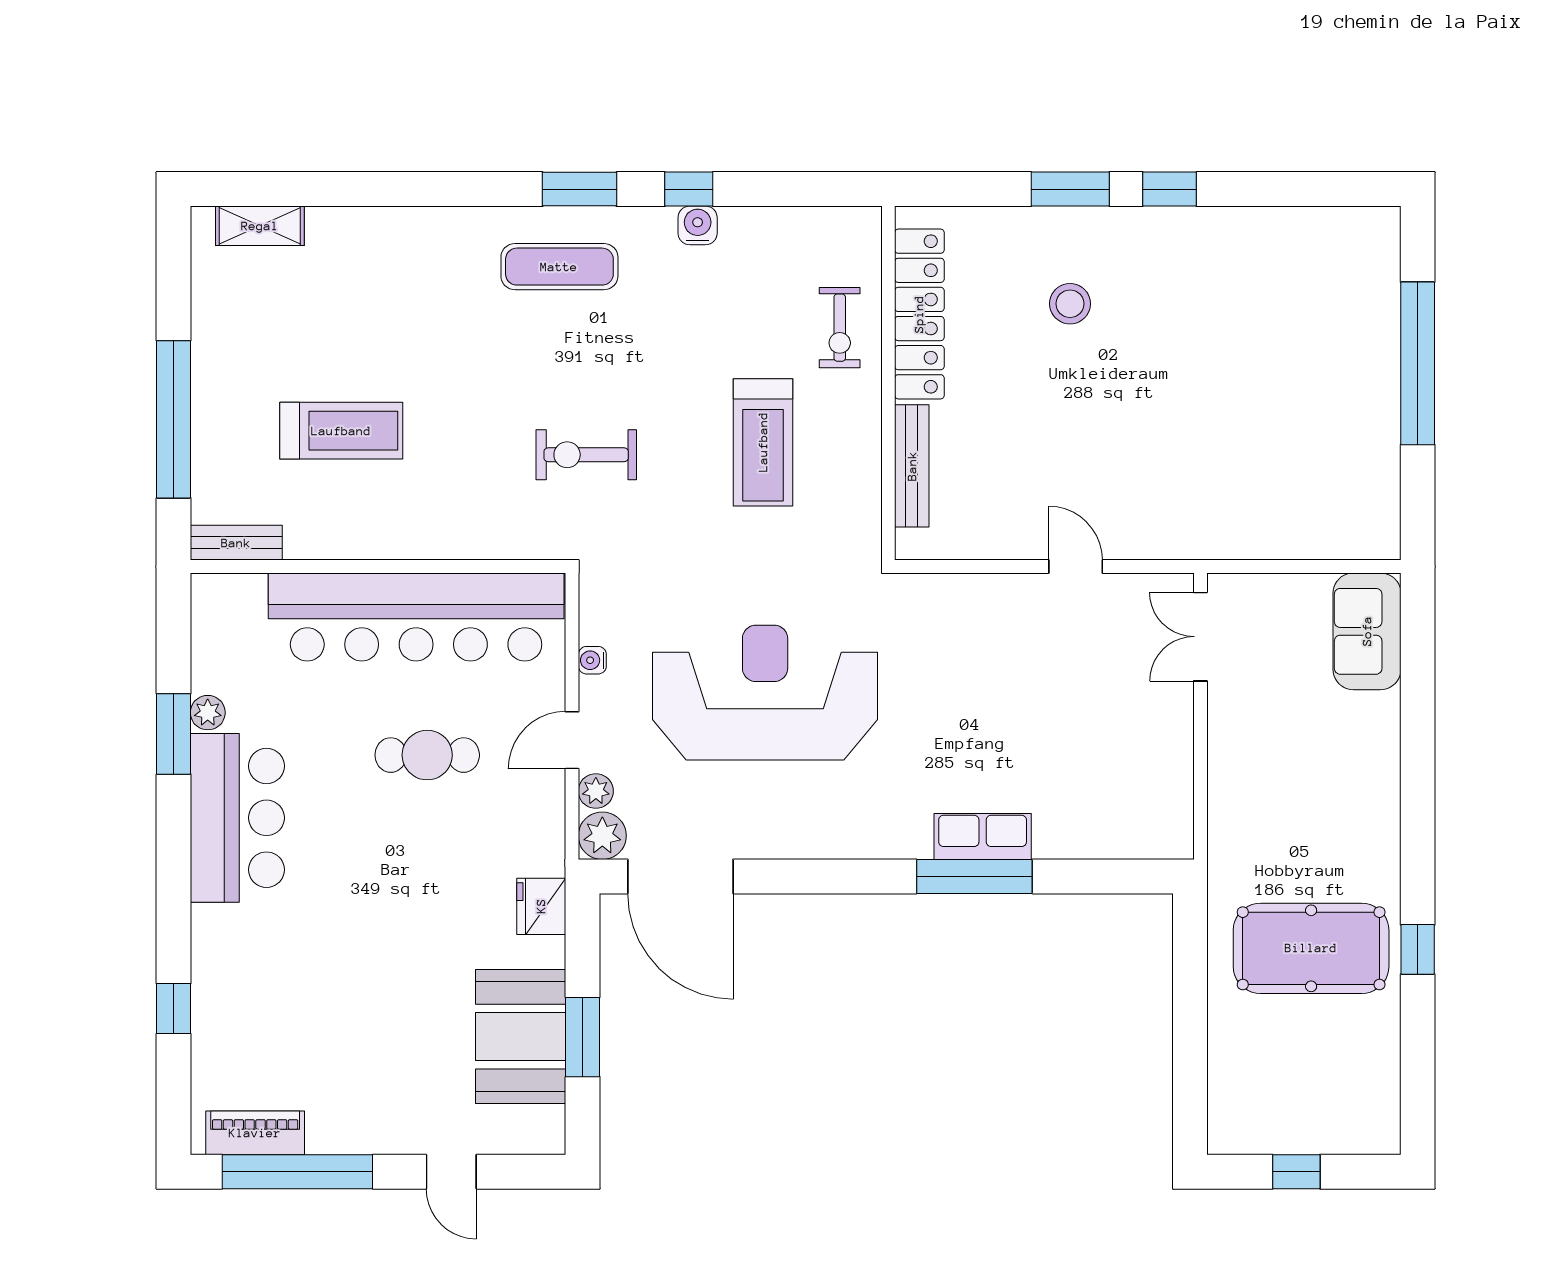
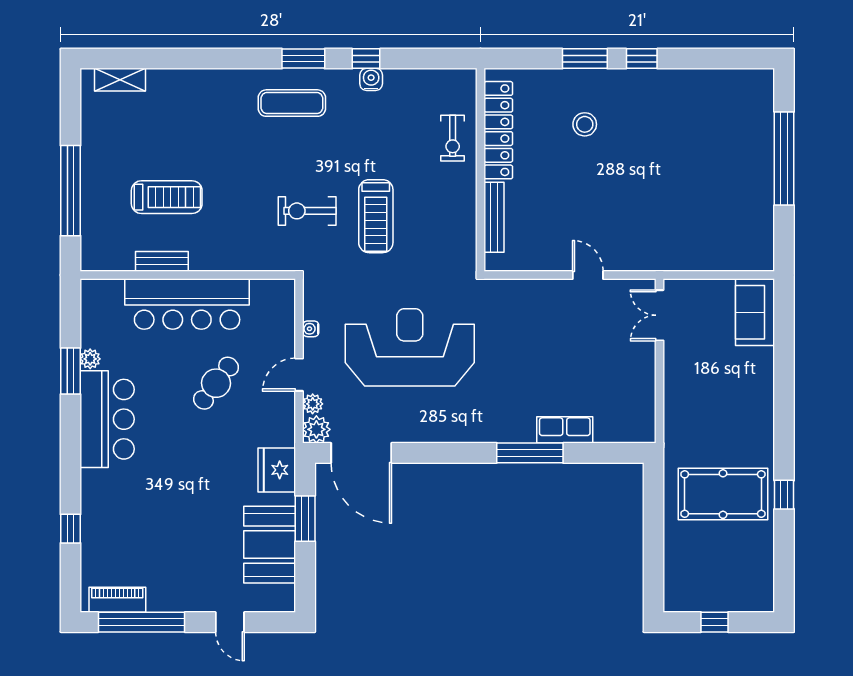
treadmill: (763, 442) -> (376, 216), moved
bench: (236, 543) -> (162, 261), moved
bar counter: (416, 617) -> (187, 304), width x0.73
cafe table: (427, 755) -> (216, 383), turned -53
row of seats: (983, 836) -> (565, 430), moved
fridge: (541, 906) -> (277, 470), width x1.36, depth x1.34
window: (583, 1037) -> (305, 519), moved

